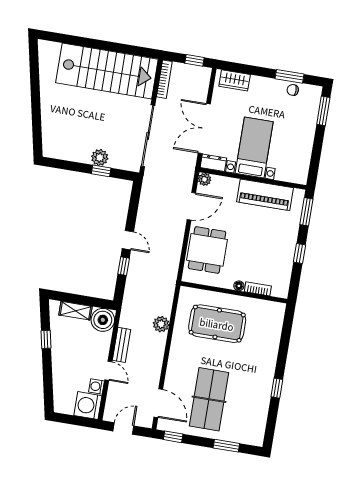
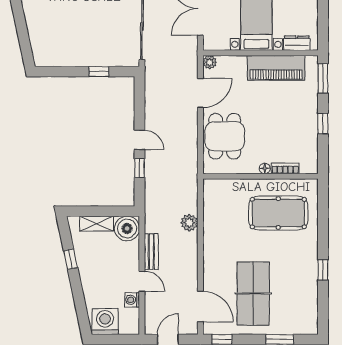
plant: (100, 158) -> (95, 58), removed
dresser: (213, 163) -> (297, 43), moved
pool table: (217, 324) -> (278, 213), moved
washing machine: (88, 406) -> (105, 321), moved, turned 90

